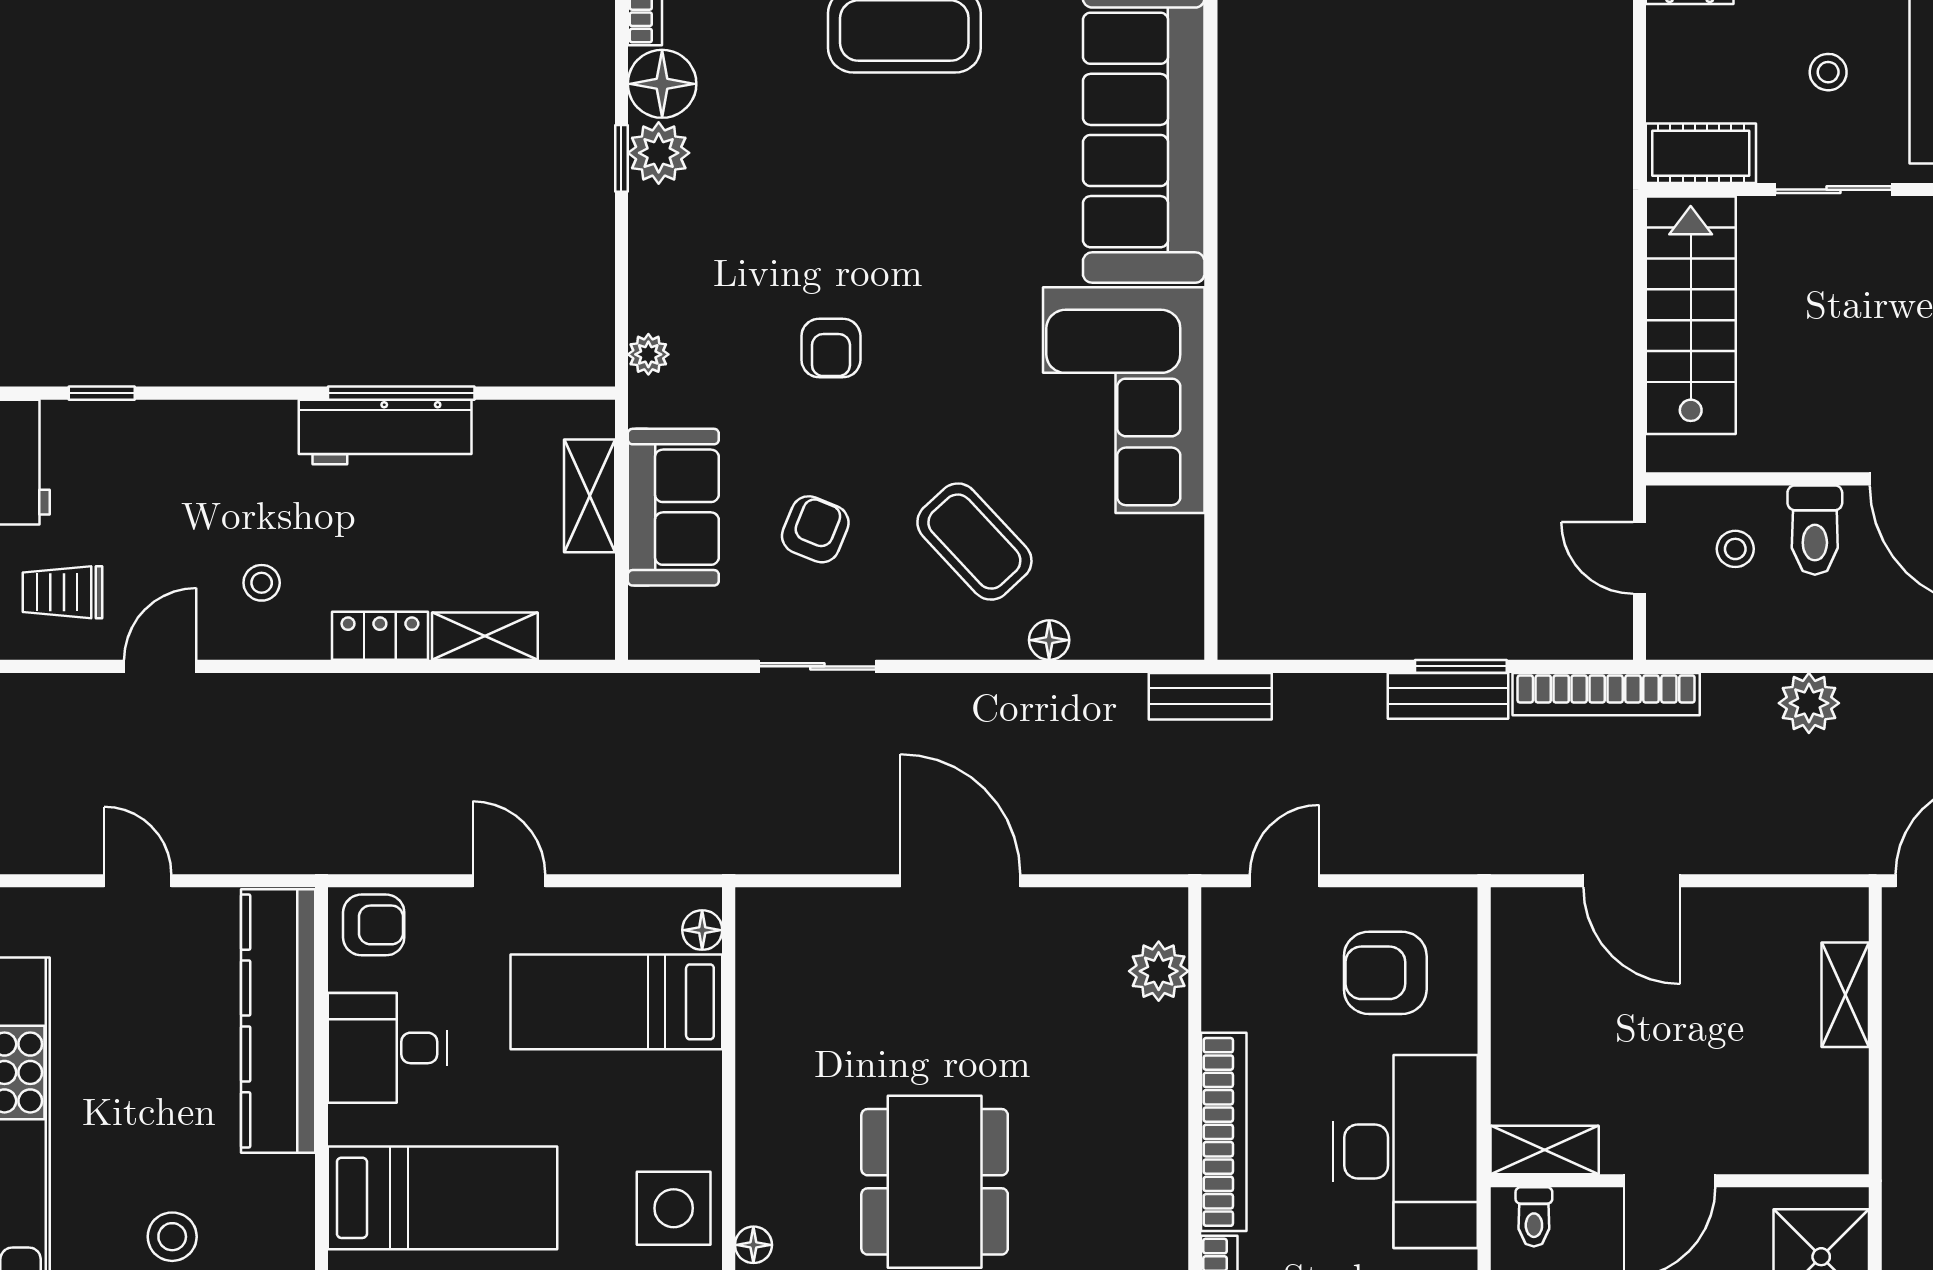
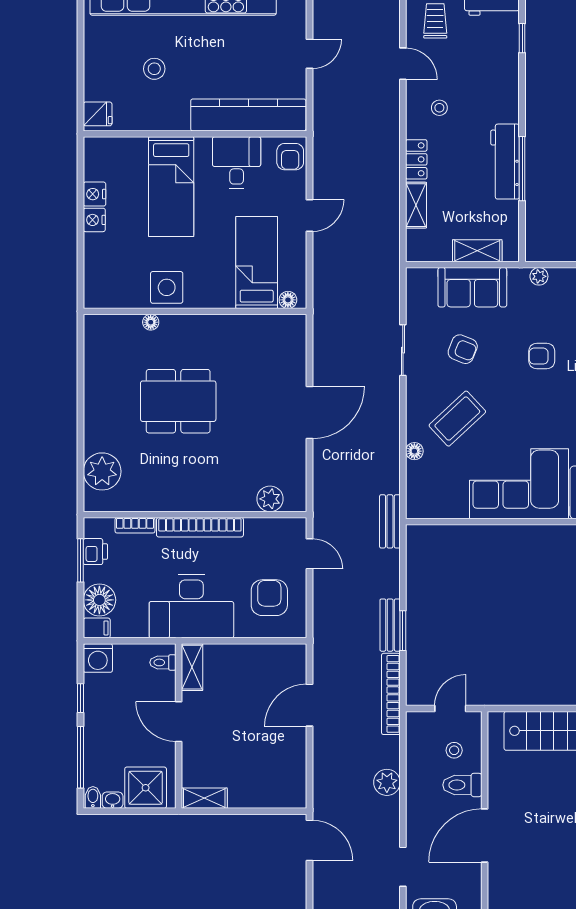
shelving: (1845, 995) -> (204, 798), moved

